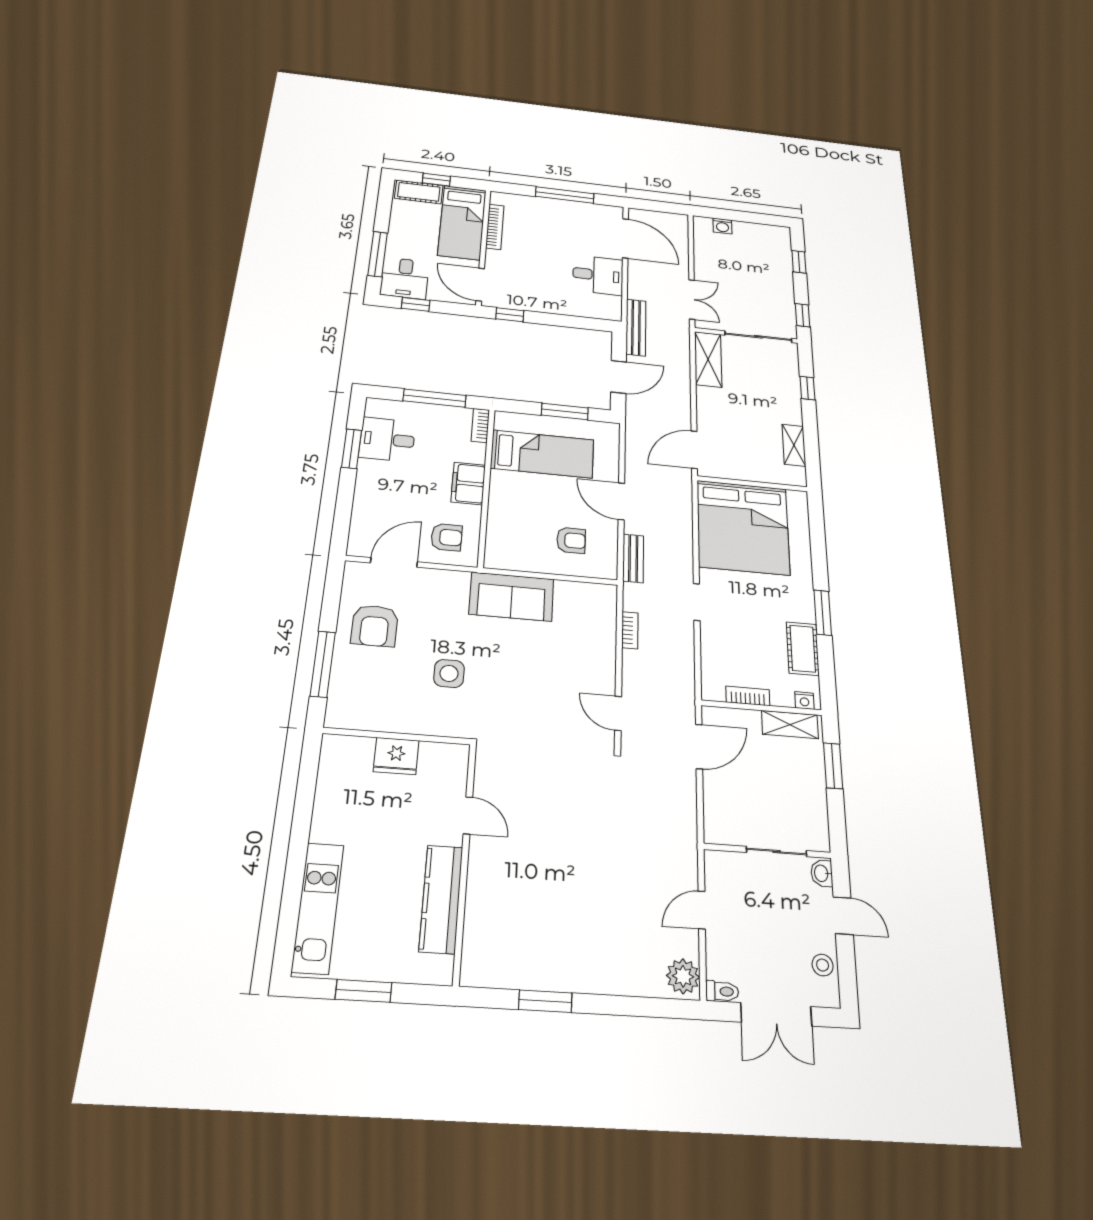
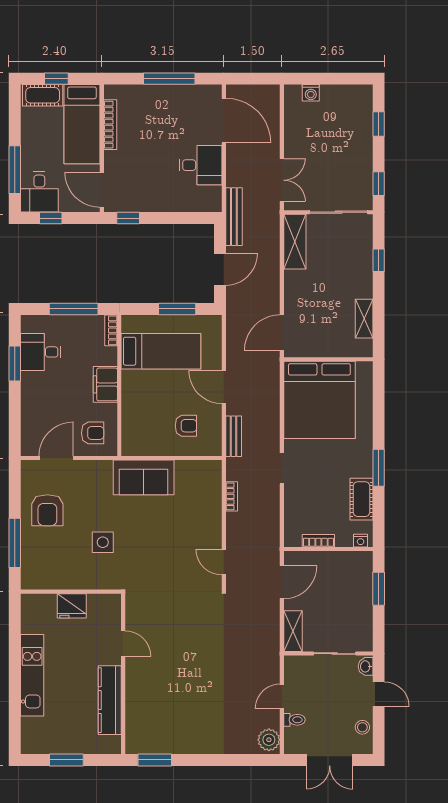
shelving: (790, 725) -> (293, 631), moved, turned 90
kitchen unit: (318, 908) -> (32, 675), moved
toilet: (722, 991) -> (294, 720), moved
window: (545, 1001) -> (155, 760), moved

